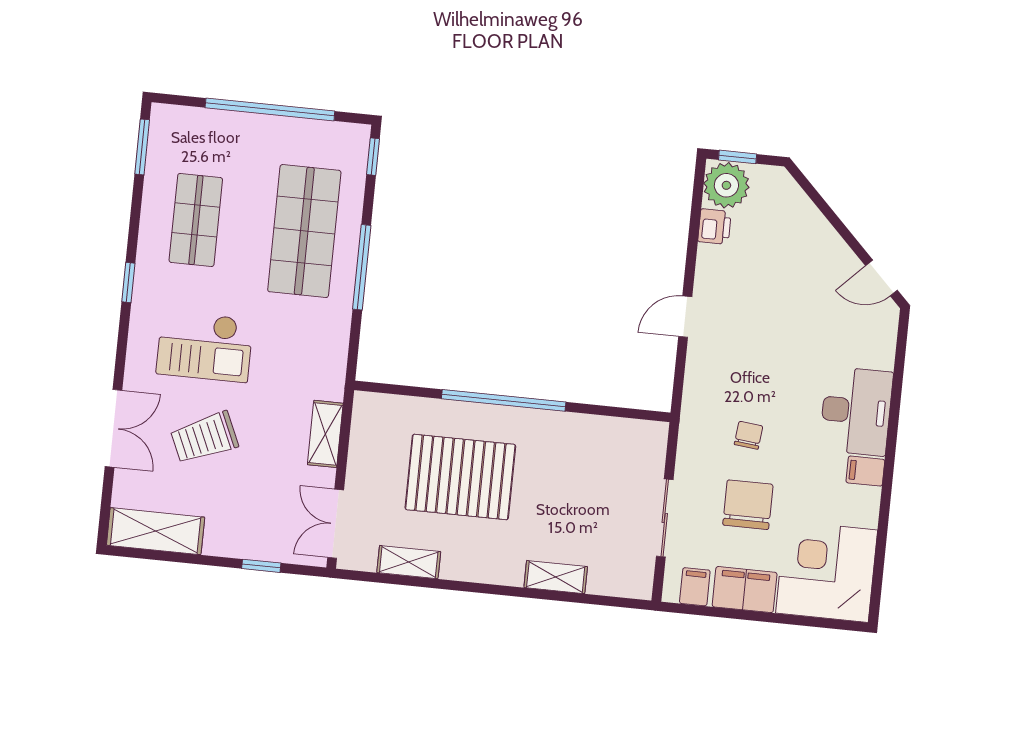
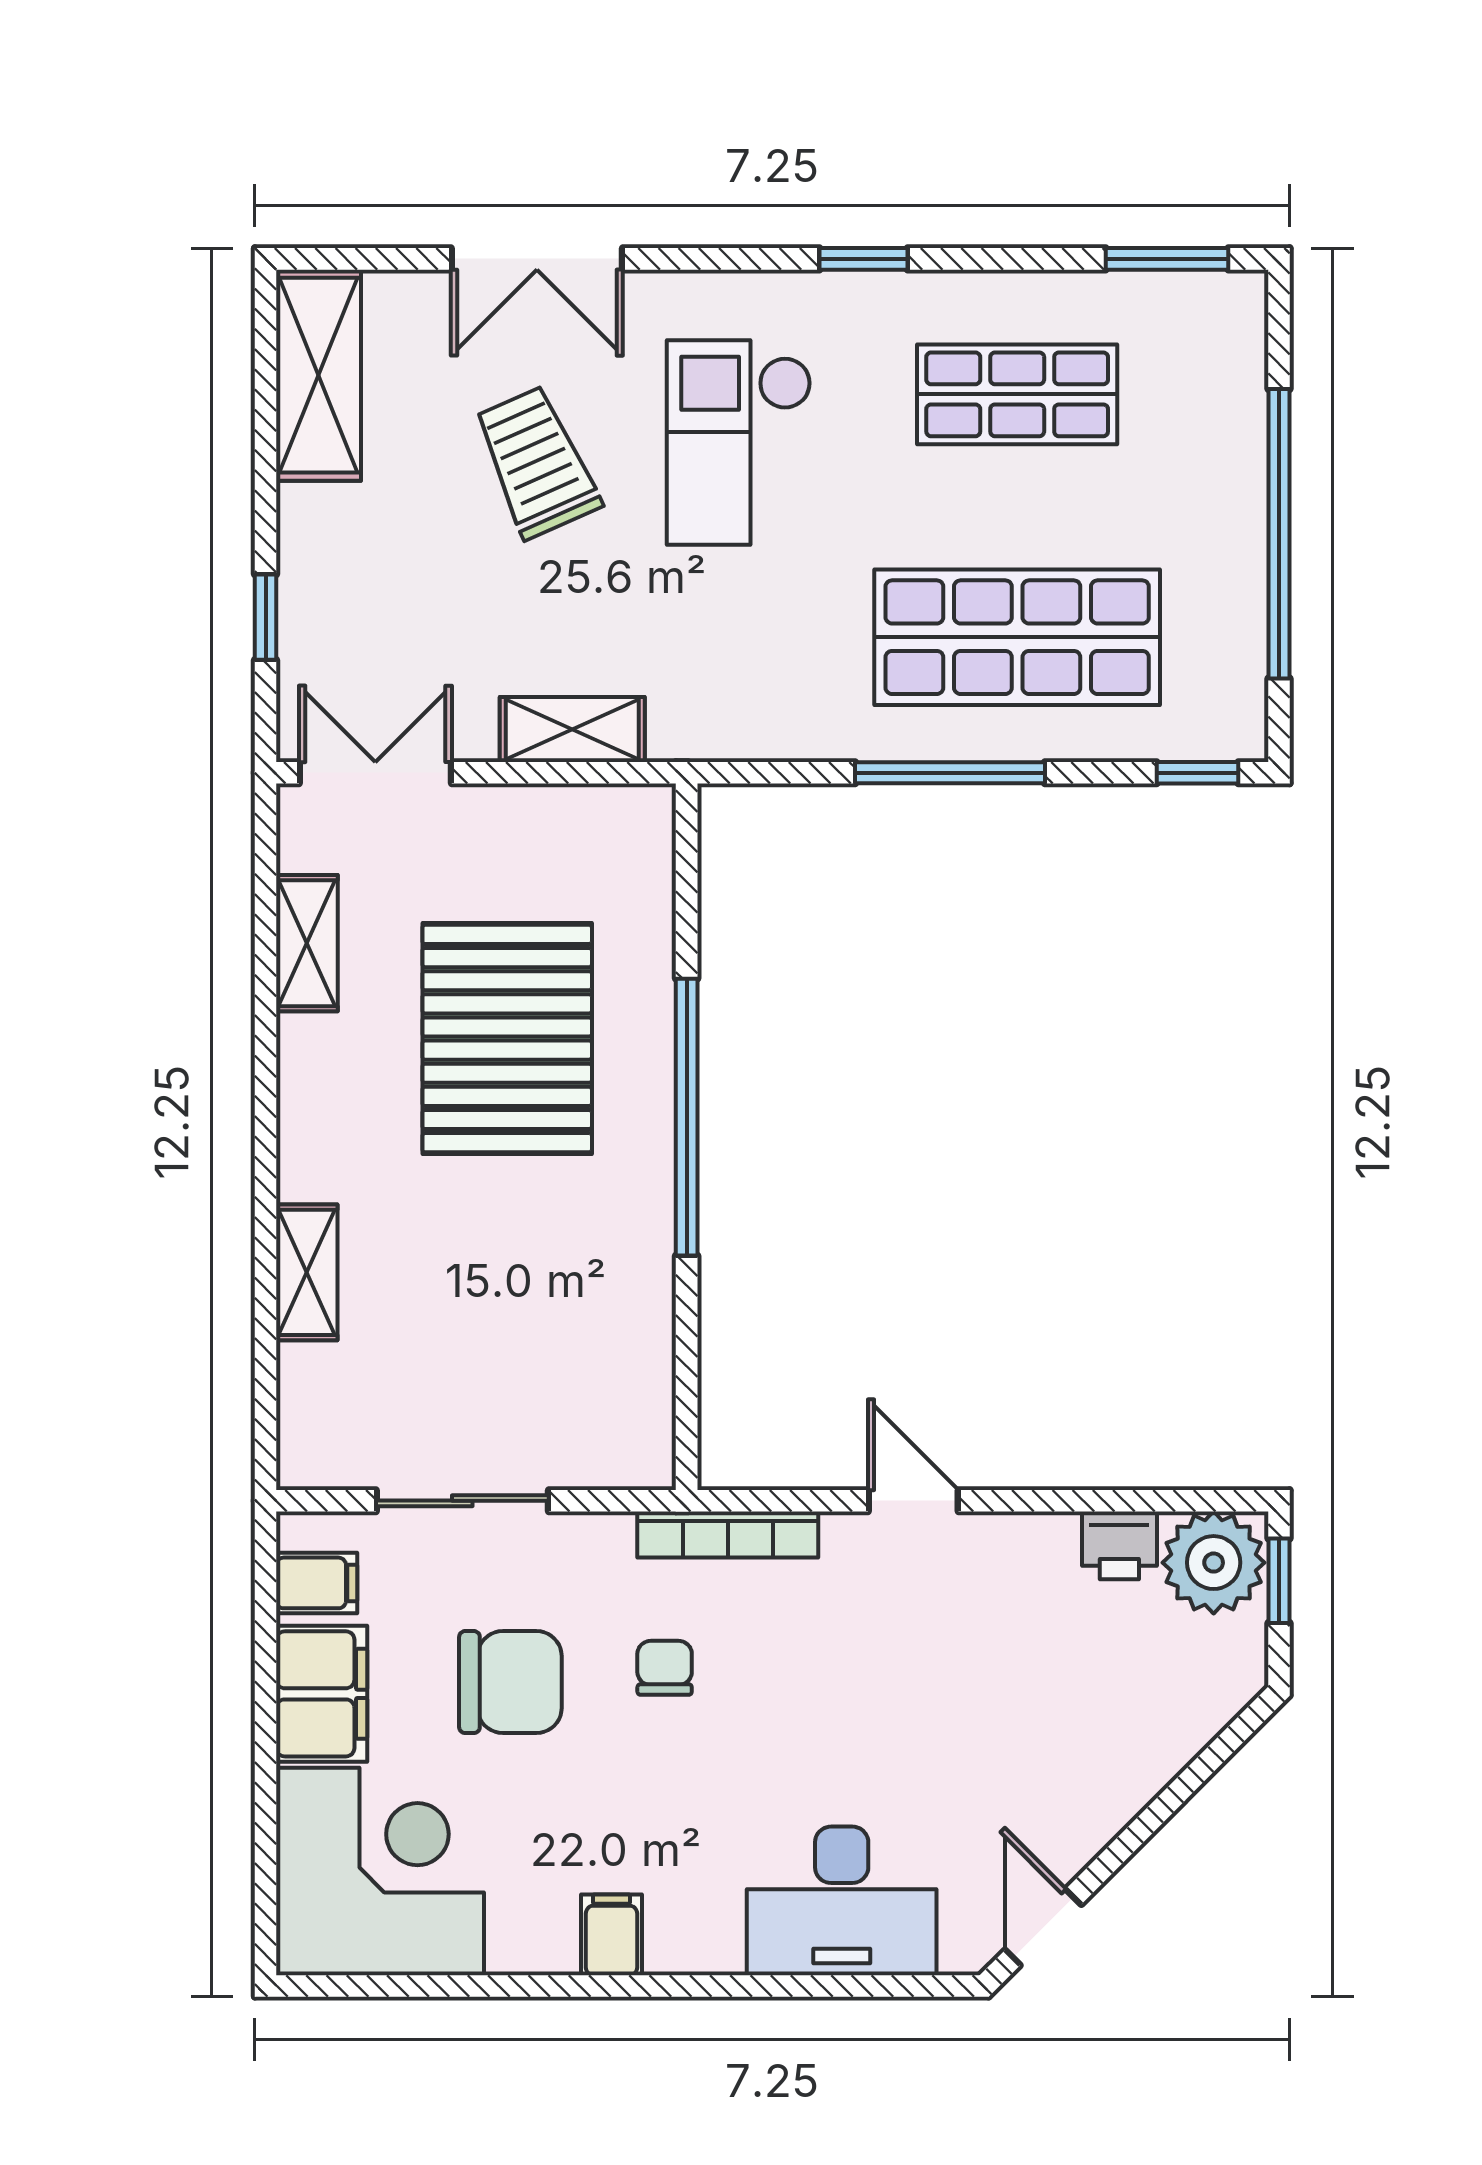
bookcase: (692, 401) -> (728, 1535), added
desk: (856, 411) -> (842, 1901), moved
chair: (749, 435) -> (665, 1668), turned -96

